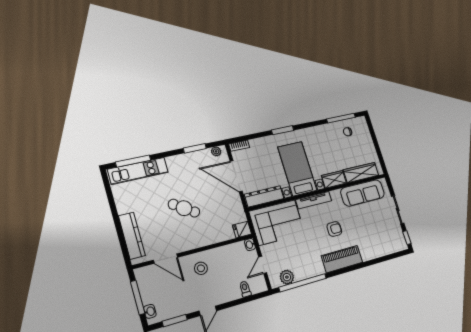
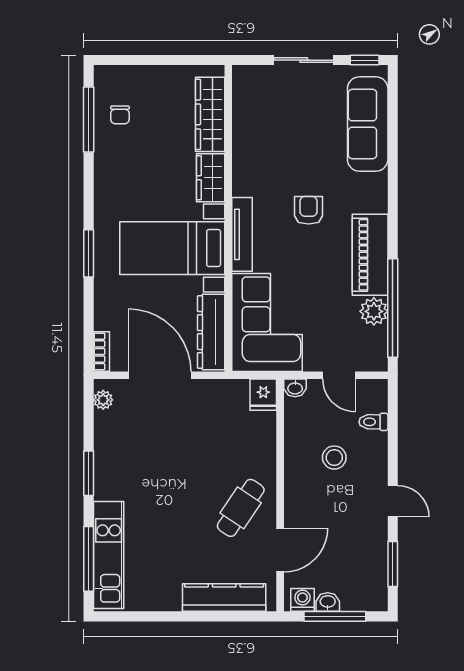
window: (195, 148) -> (89, 473), moved
door: (236, 176) -> (160, 375), swing flipped
sofa: (363, 193) -> (368, 124), moved, turned 180
cafe table: (184, 208) -> (241, 508), moved
piano: (342, 259) -> (370, 255), moved
stool: (201, 268) -> (334, 458), moved
plant: (287, 277) -> (374, 311), moved
washing machine: (142, 278) -> (302, 600), added
washbasin: (150, 311) -> (328, 602), moved

